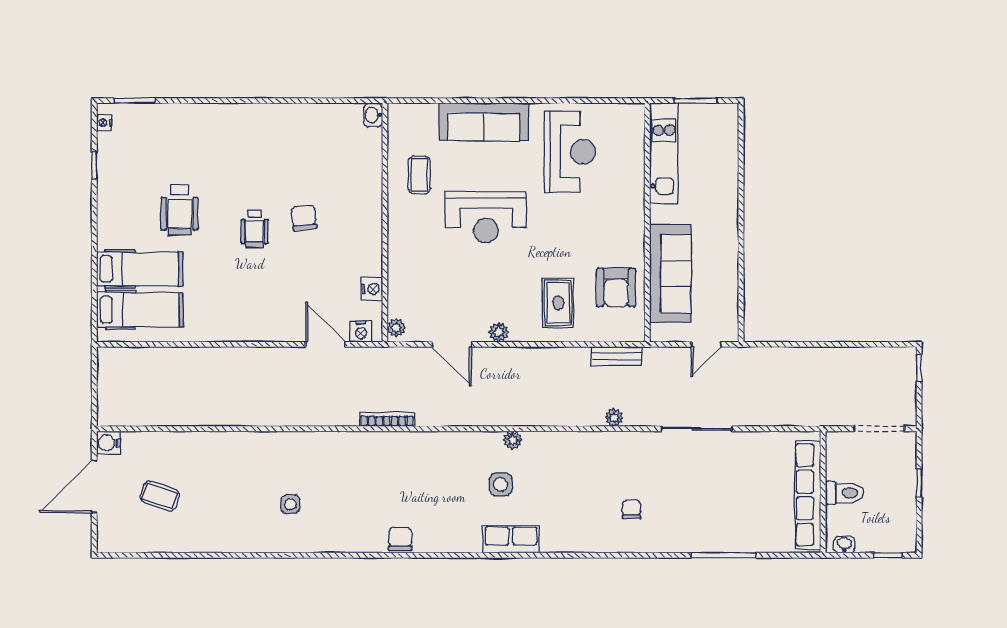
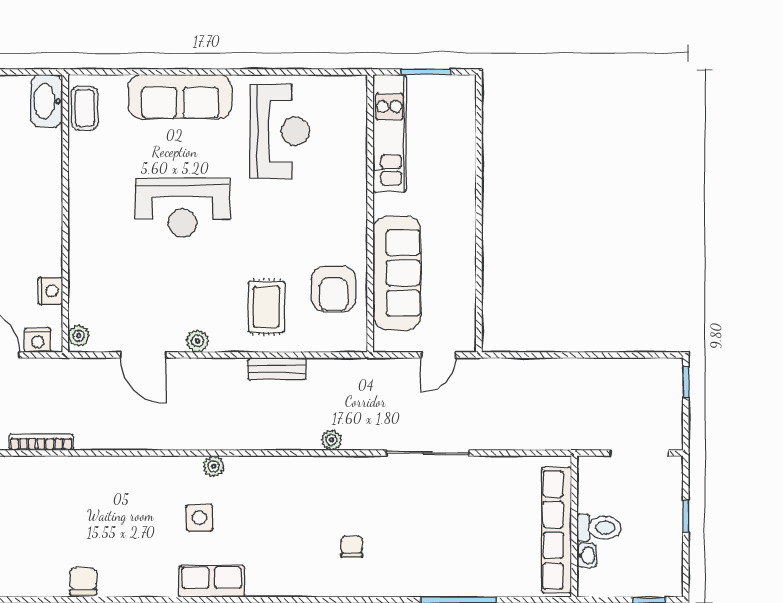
washbasin: (373, 115) -> (47, 101), width x1.91, depth x1.45
coffee table: (419, 175) -> (85, 108), moved
bench: (617, 356) -> (277, 369), moved
bookcase: (387, 419) -> (41, 442), moved
washbasin: (844, 544) -> (587, 555), moved, turned 90

